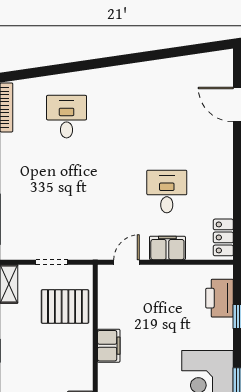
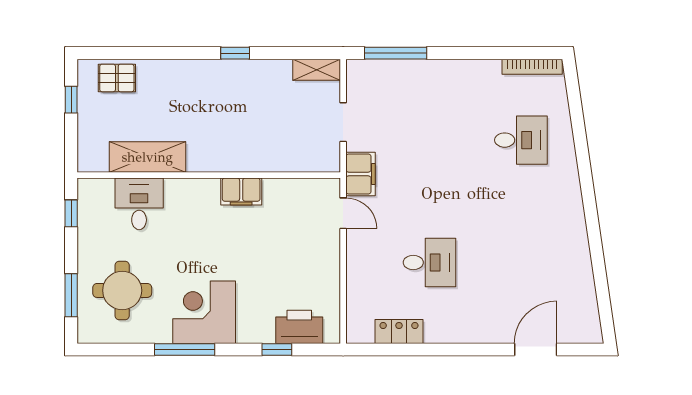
locker: (223, 237) -> (399, 332), moved
filing cabinet: (167, 248) -> (361, 174), moved
pallet: (65, 306) -> (289, 138), removed

